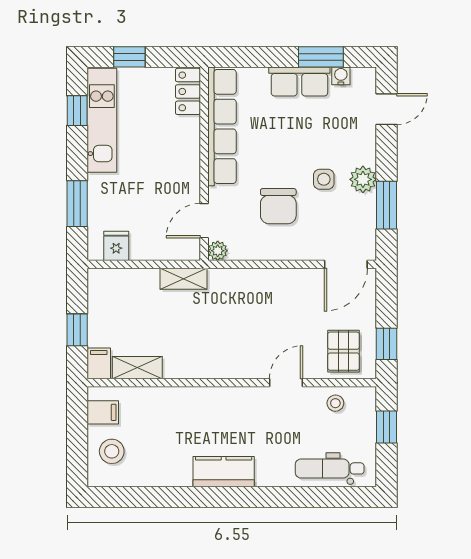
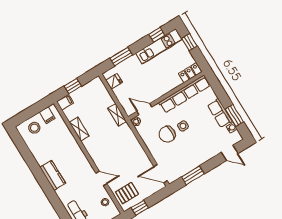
side table: (324, 179) -> (183, 126), moved
plant: (363, 179) -> (197, 160), removed
shelving: (137, 368) -> (79, 129), moved

